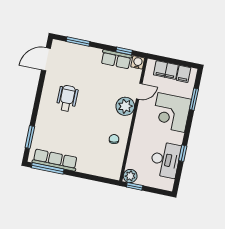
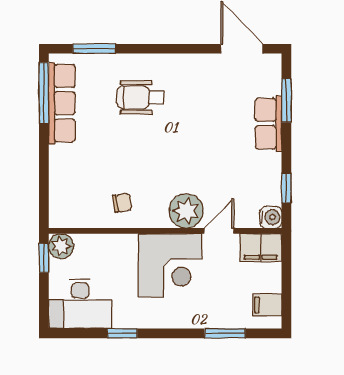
row of seats: (116, 59) -> (268, 124), moved
filing cabinet: (166, 70) -> (261, 248), moved, turned -90
door: (139, 91) -> (219, 231), swing flipped
wheelchair: (67, 98) -> (140, 97), moved, turned 180
corner desk: (171, 112) -> (170, 265), moved, turned 180
desk: (165, 160) -> (80, 304), moved

